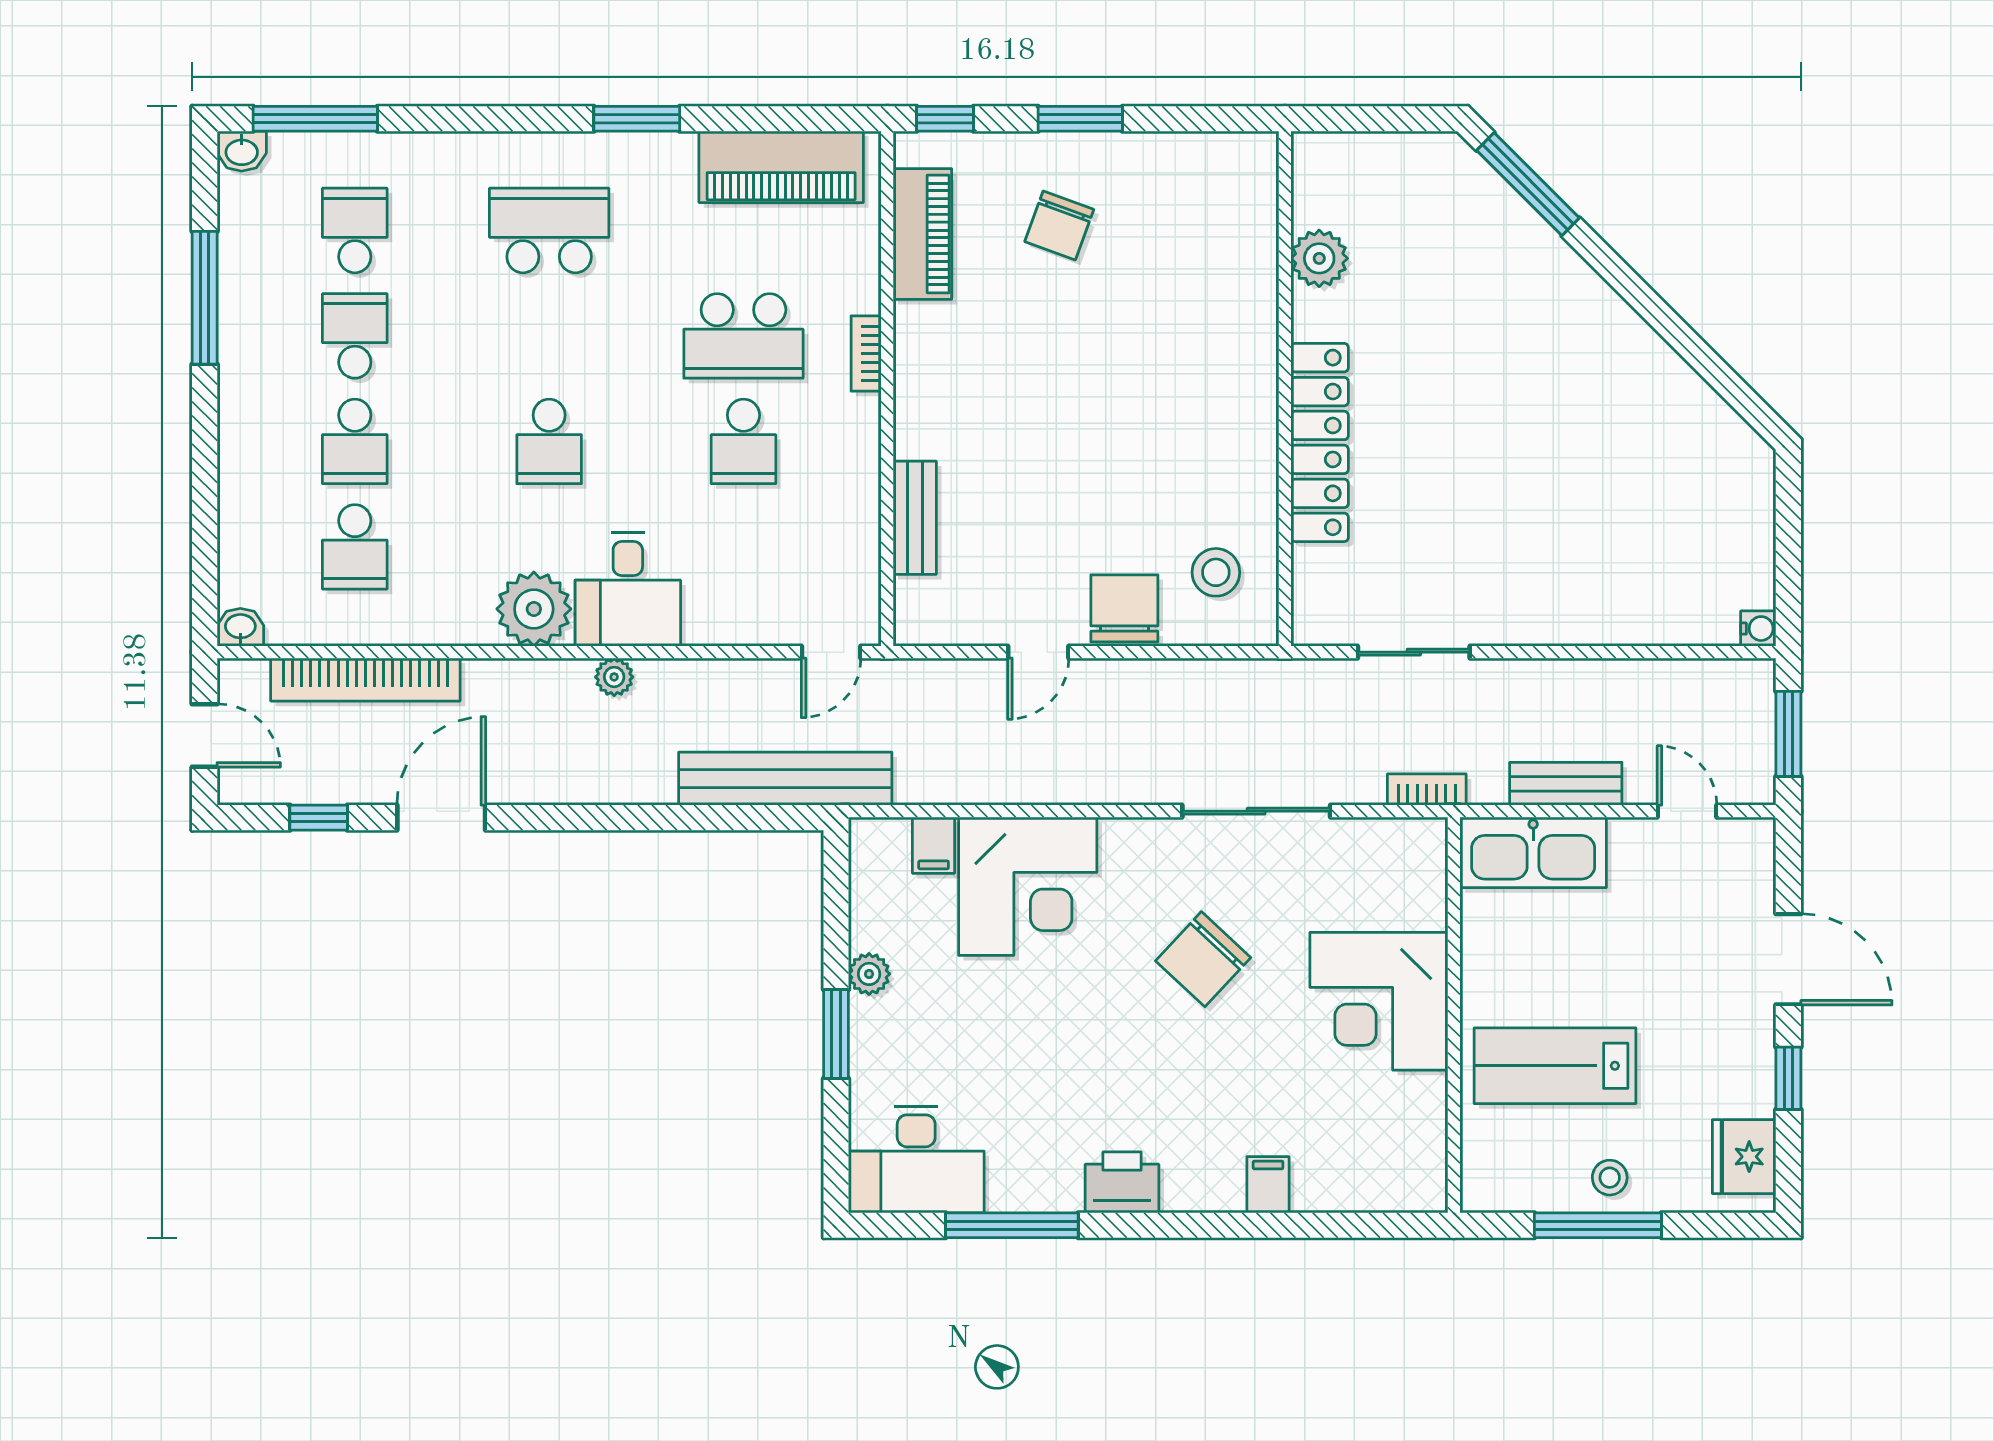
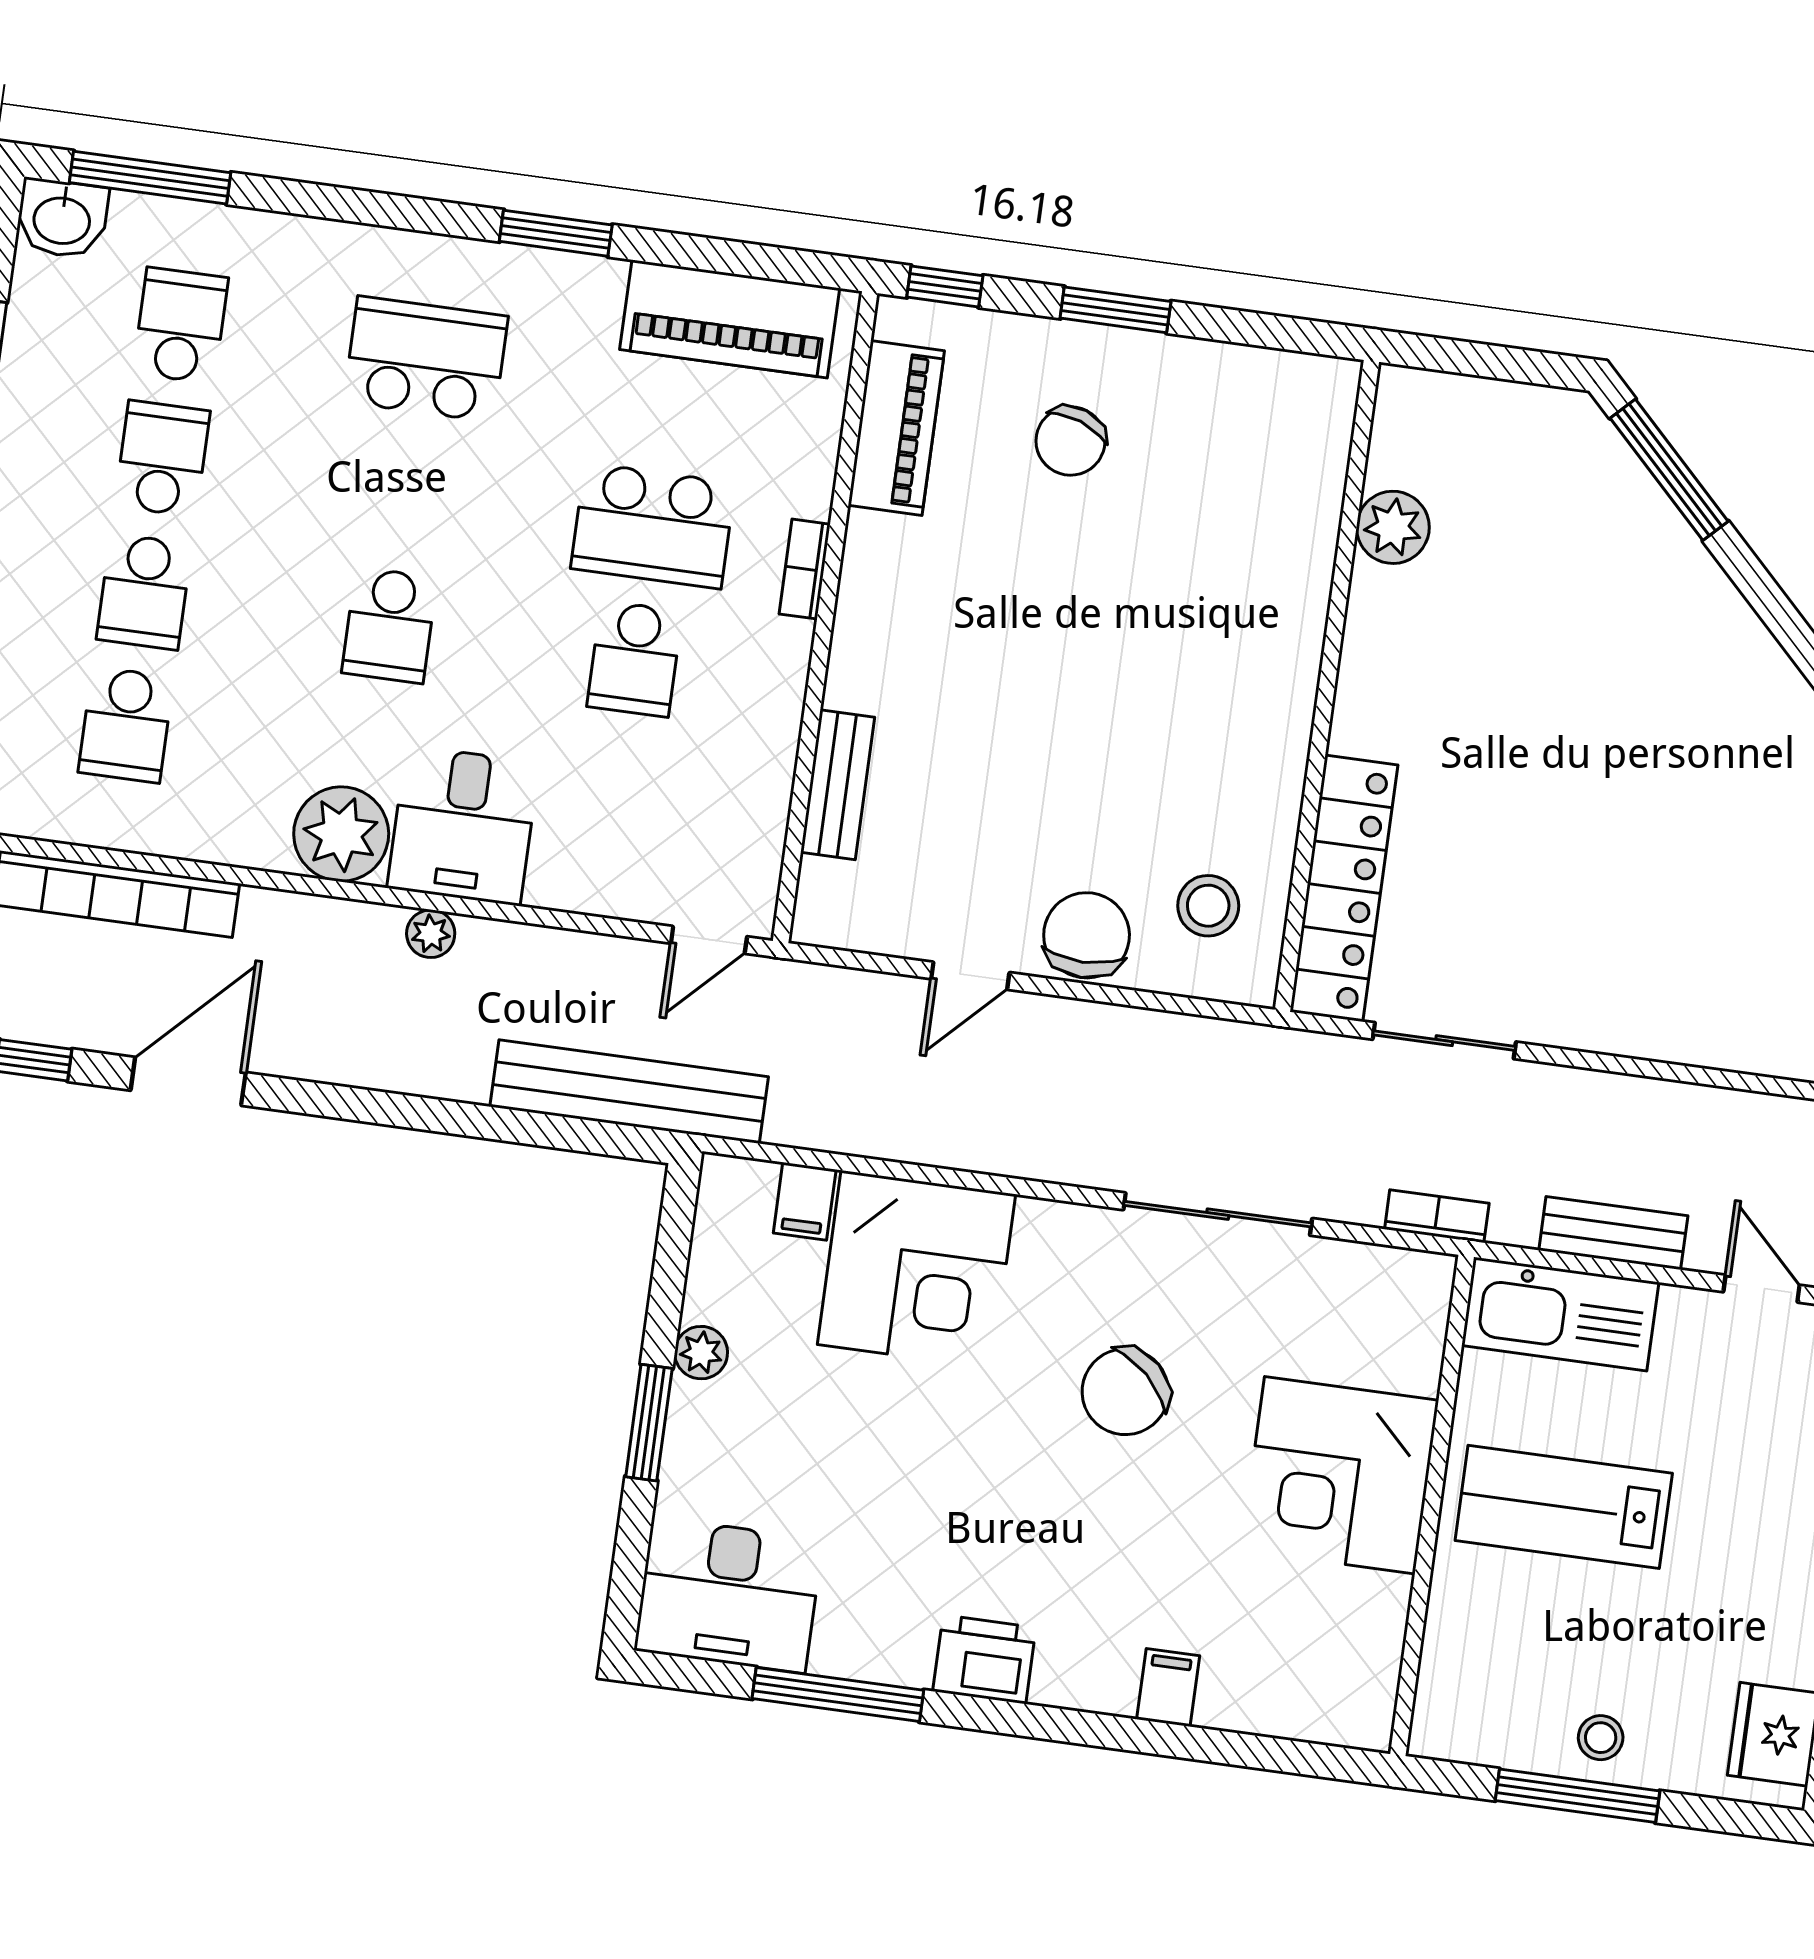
washbasin: (242, 151) -> (62, 219), width x1.38, depth x1.45
locker: (1320, 442) -> (1344, 888), moved
lab bench: (1555, 1066) -> (1564, 1507), moved

